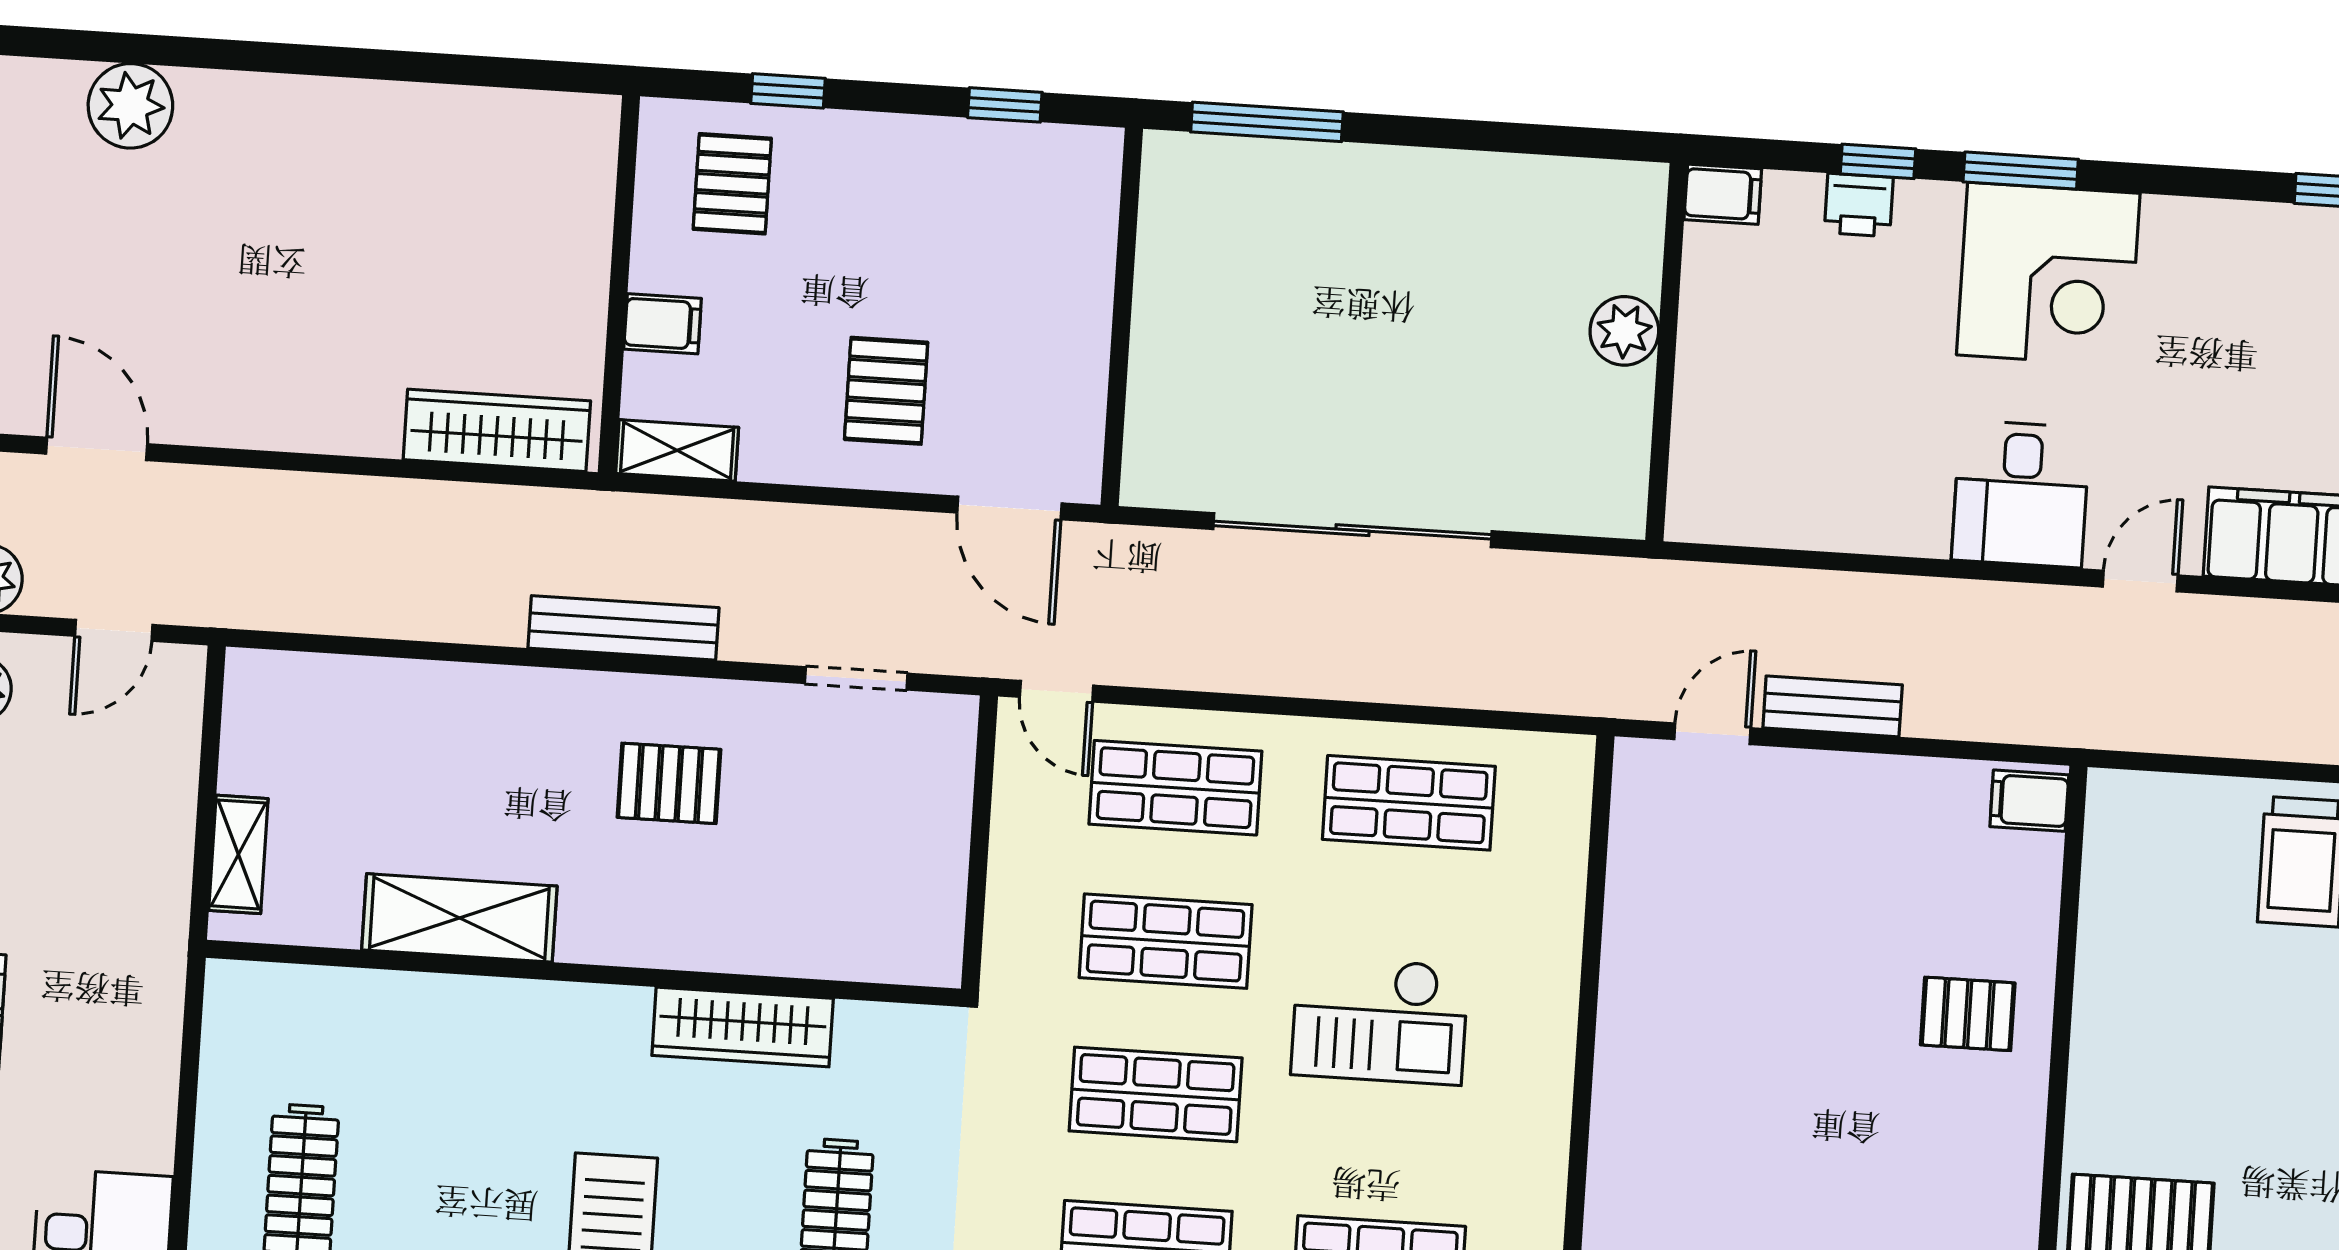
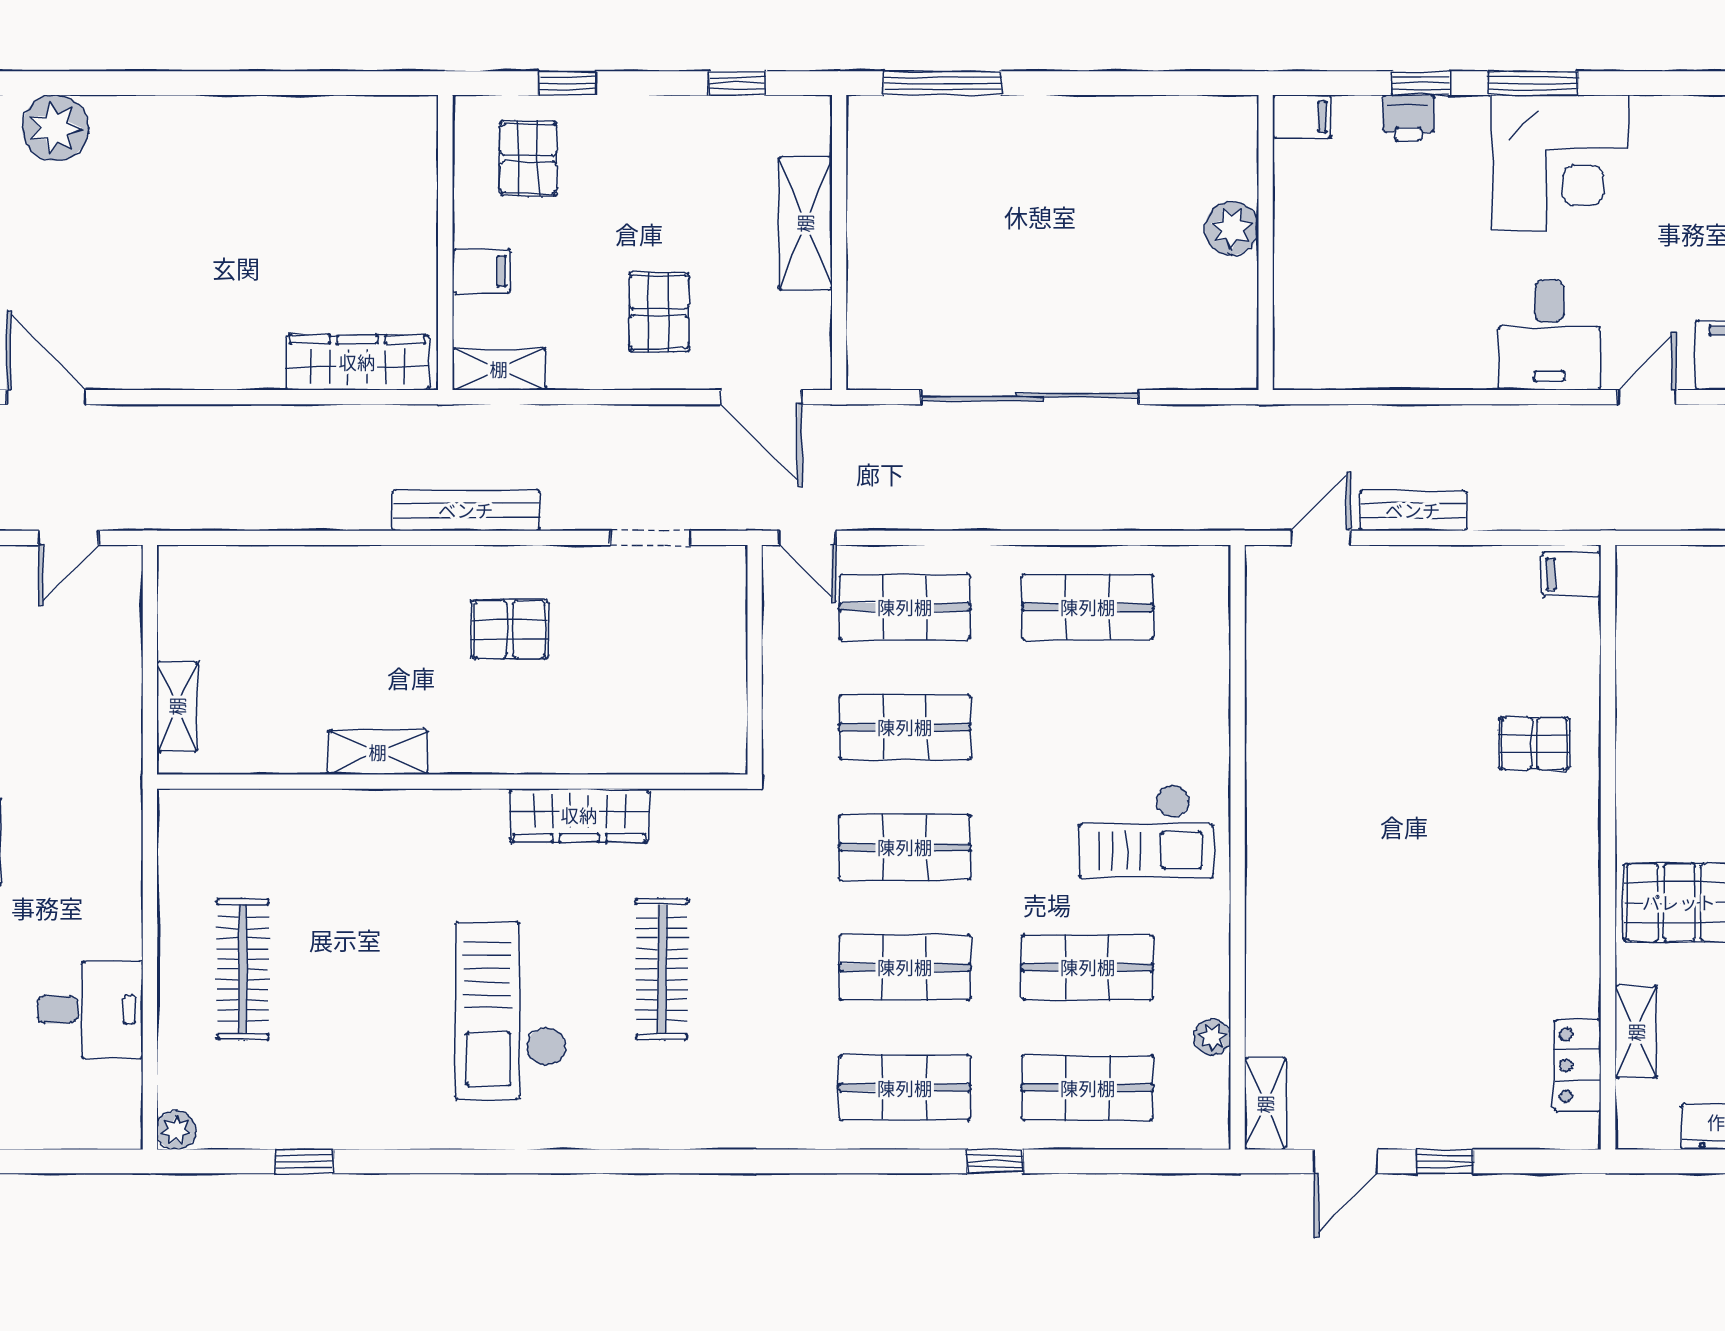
shelving: (1080, 289) -> (805, 223), added
shelving: (459, 918) -> (378, 752), width x0.67, depth x0.75
checkout: (1380, 1020) -> (1146, 831), moved

